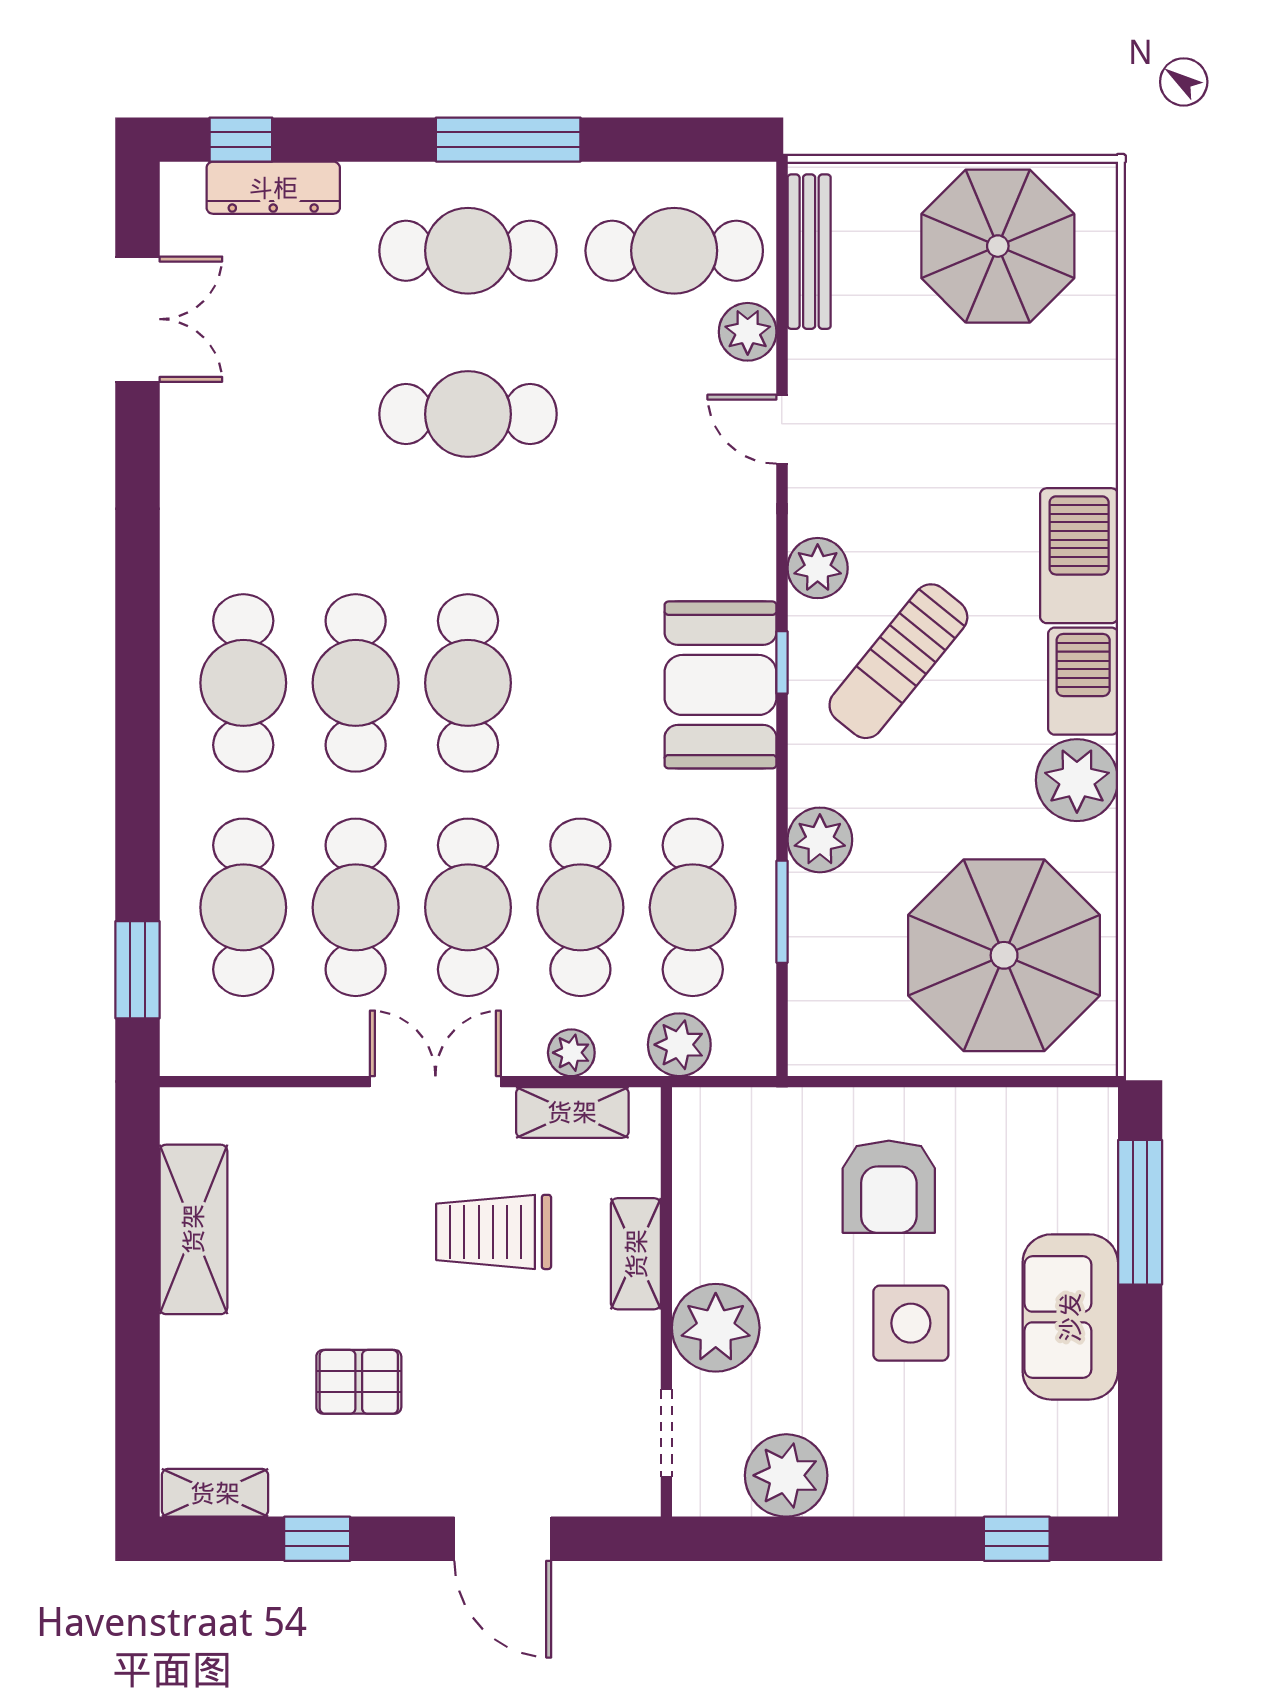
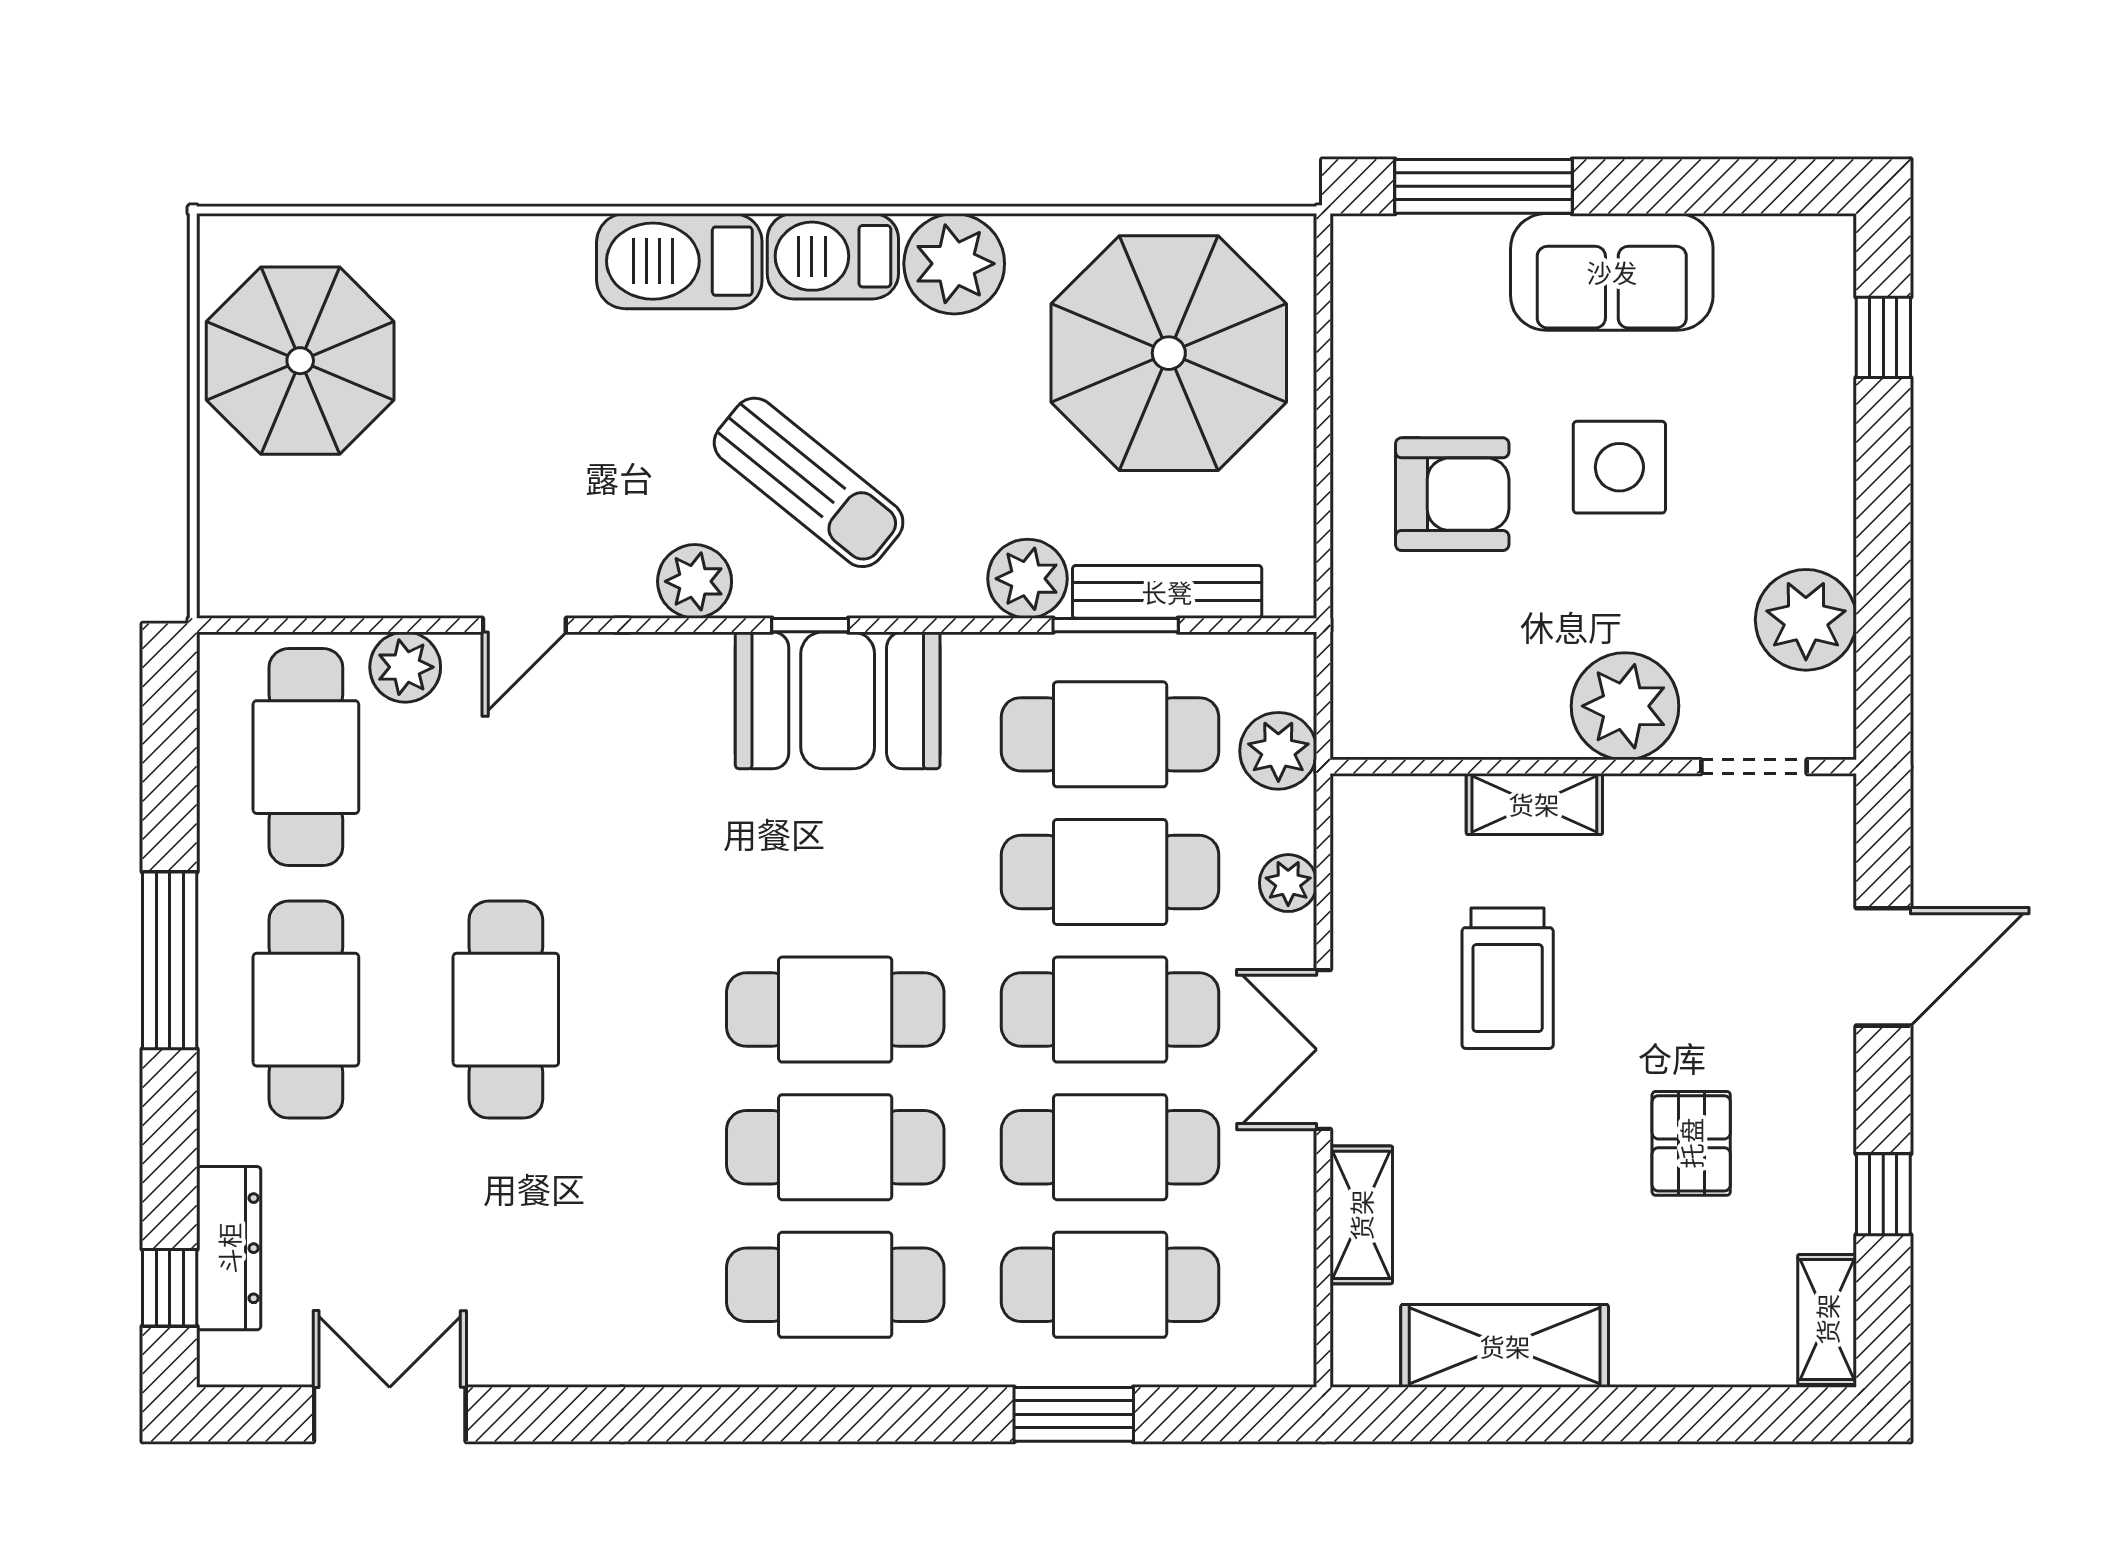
bench: (809, 252) -> (1167, 592), moved
window: (137, 970) -> (1074, 1414), moved
shelving: (572, 1112) -> (1361, 1215), moved

